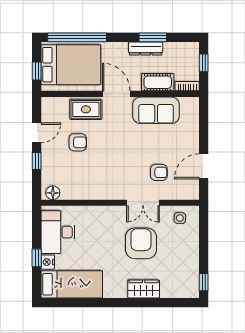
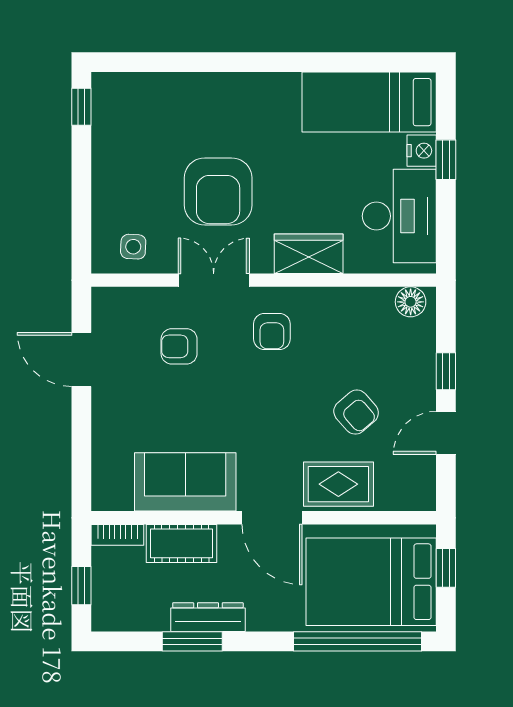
armchair: (78, 142) -> (356, 412), turned -131
door: (204, 166) -> (81, 360), swing flipped
armchair: (116, 179) -> (272, 331), added
wardrobe: (144, 289) -> (309, 254), moved, turned 180

